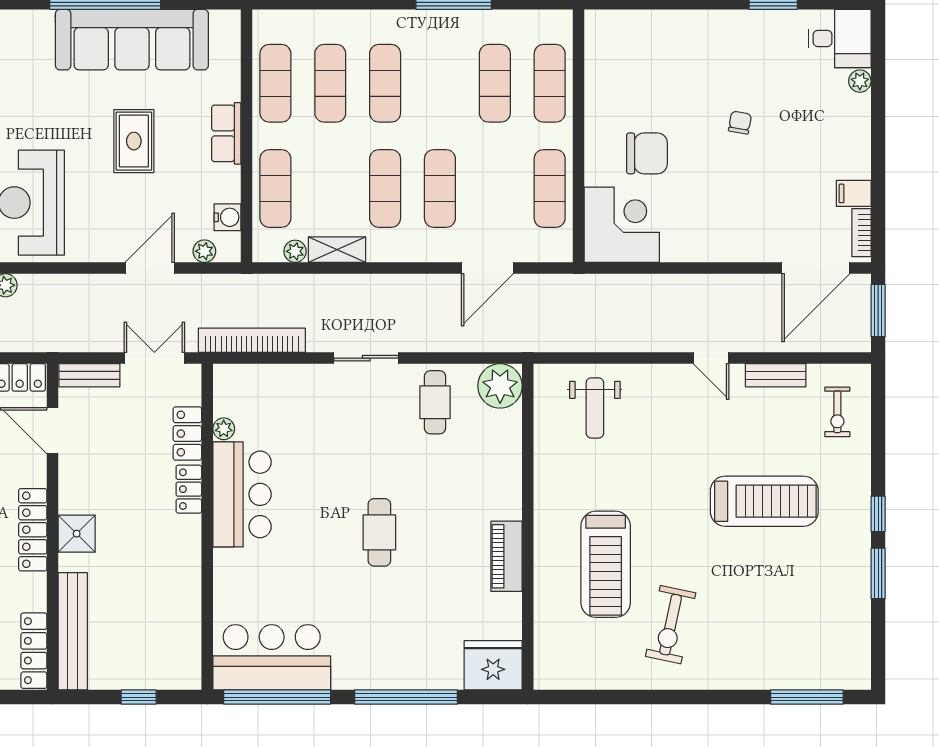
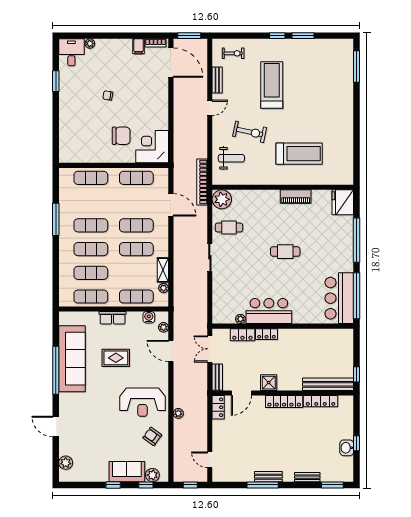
exercise mat: (495, 83) -> (91, 225), moved
chair: (647, 153) -> (121, 136), turned 90
bookcase: (252, 340) -> (202, 182), moved
shower: (77, 534) -> (269, 383), moved
exercise bike: (671, 625) -> (250, 132), moved
locker: (34, 651) -> (320, 401), moved
window: (139, 697) -> (357, 374), moved

